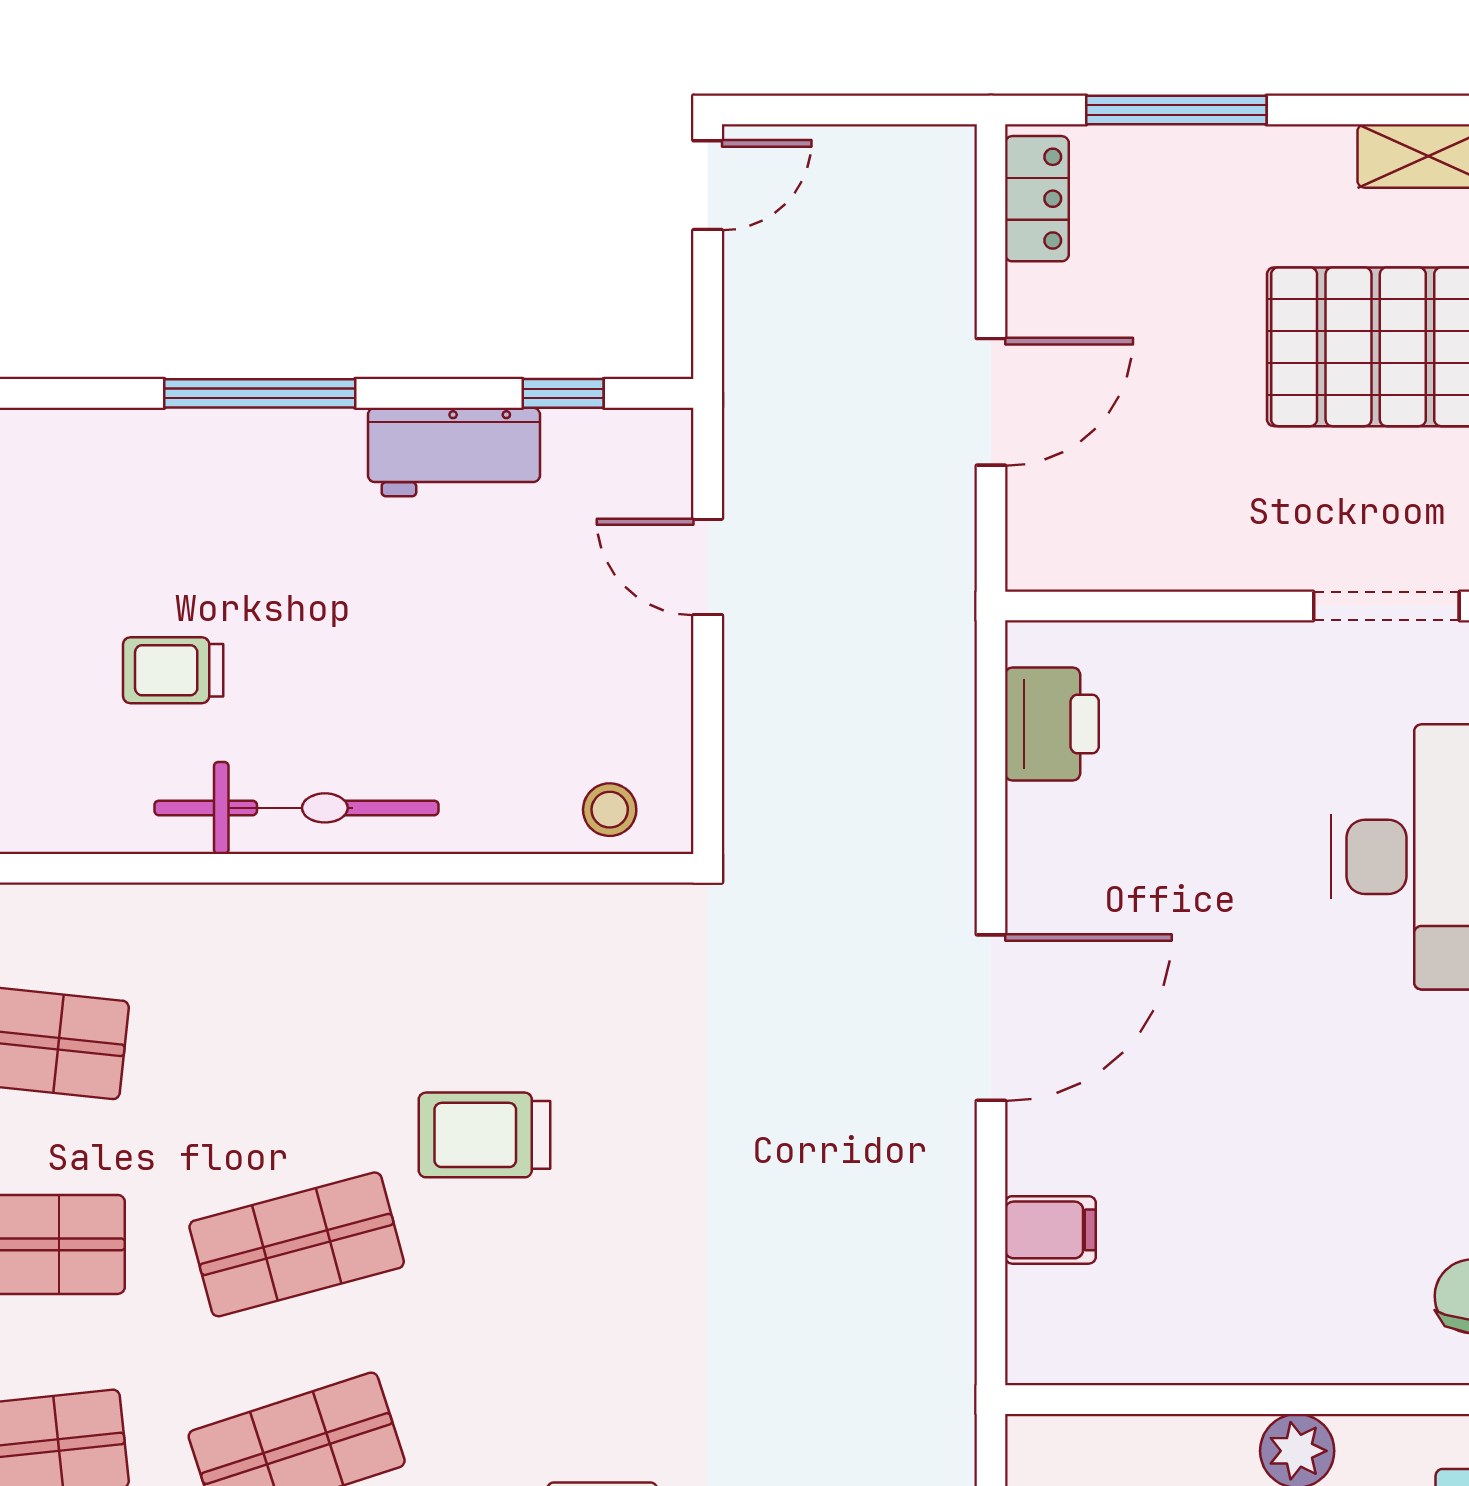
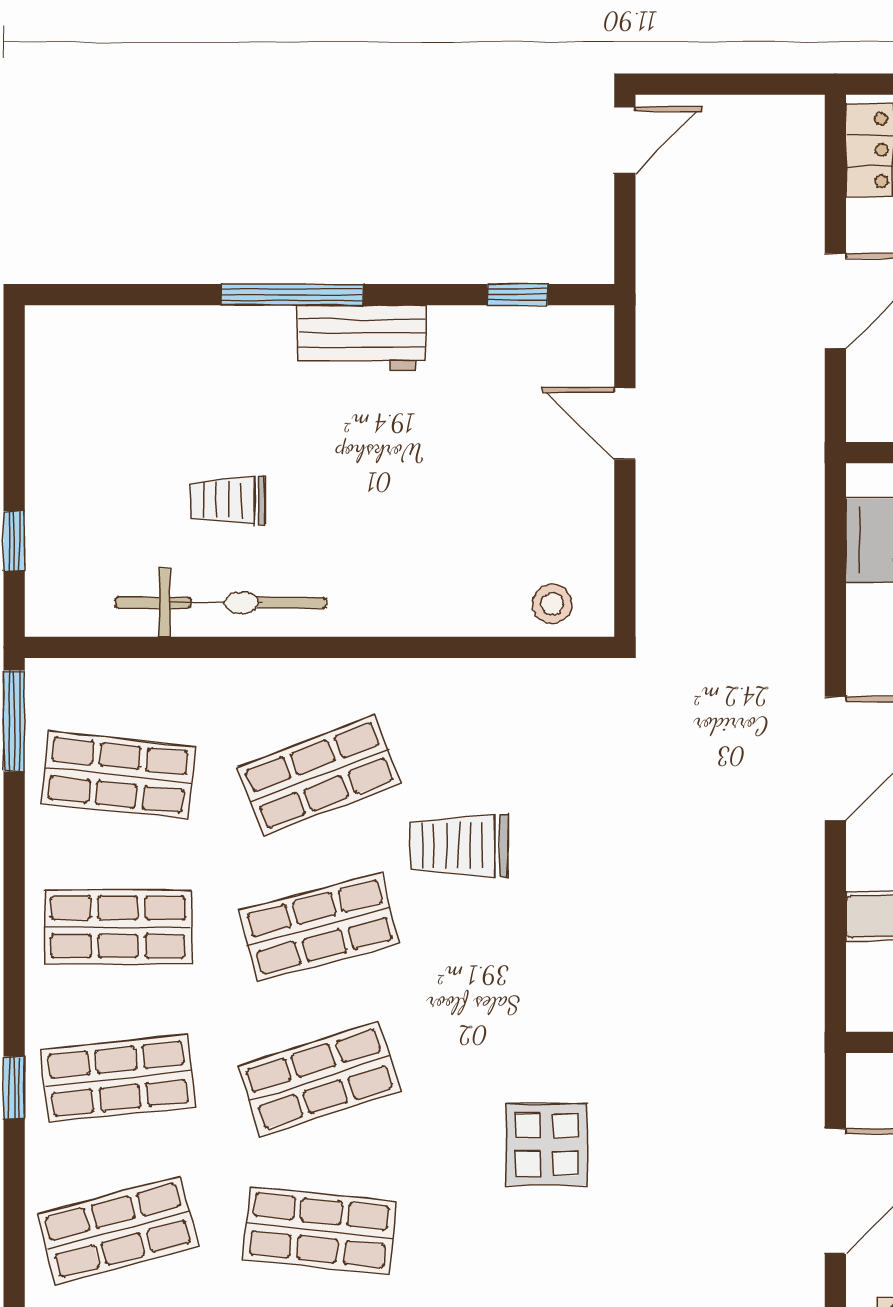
workbench: (454, 452) -> (362, 338), moved
bicycle: (296, 808) -> (220, 603), moved
shop shelf: (297, 1040) -> (319, 775), added

